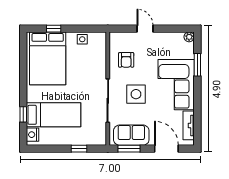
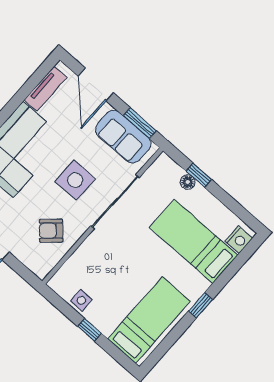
window: (54, 29) -> (89, 330), moved
bed: (48, 58) -> (149, 320), width x0.67
armchair: (126, 60) -> (51, 231), turned -132
window: (23, 114) -> (201, 305), moved
floor lamp: (81, 141) -> (188, 182), added

